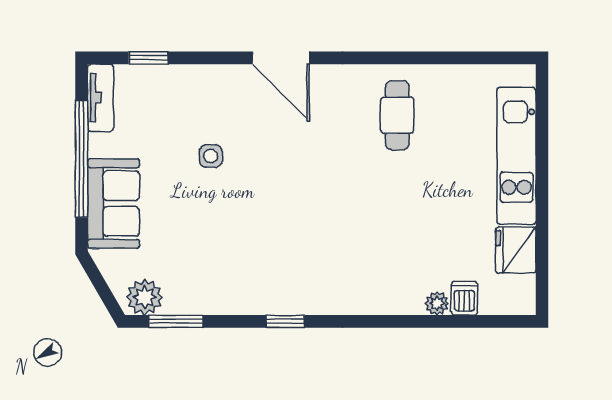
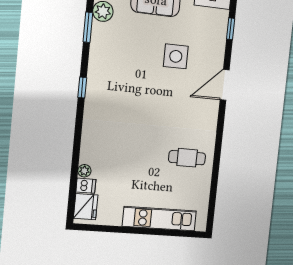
door: (281, 58) -> (225, 85), moved
side table: (211, 156) -> (176, 56), width x1.87, depth x1.87
fridge: (516, 250) -> (86, 207), moved, turned 90

